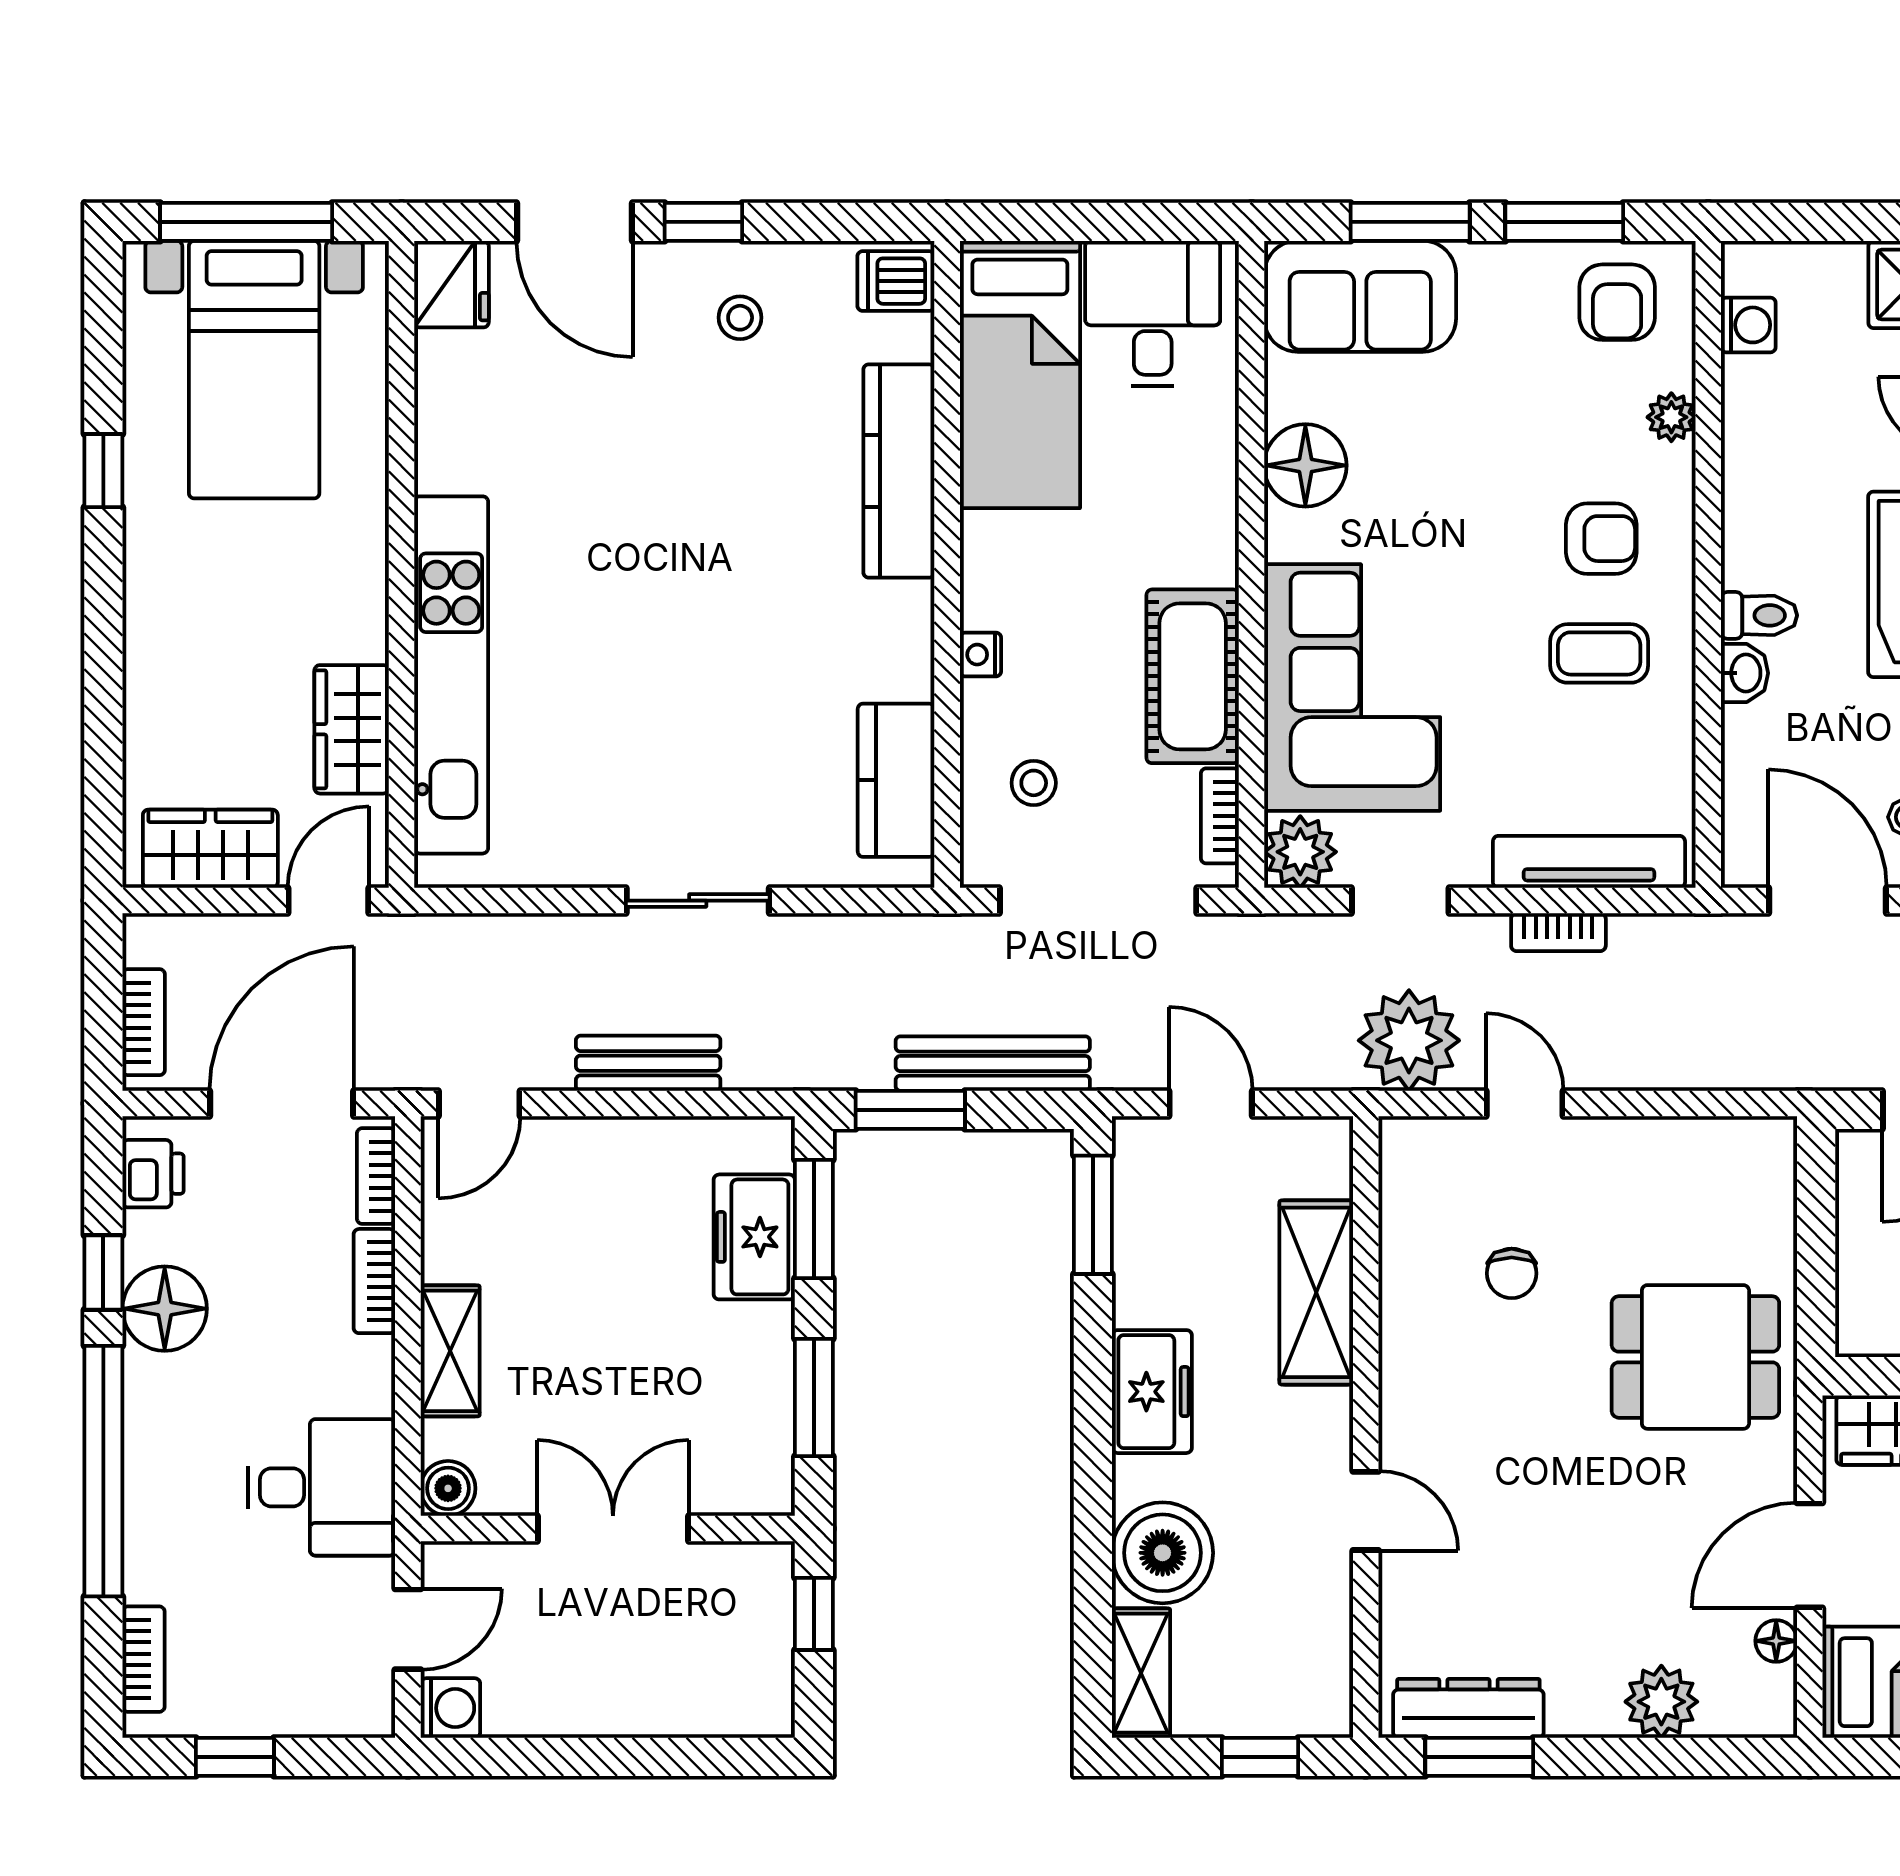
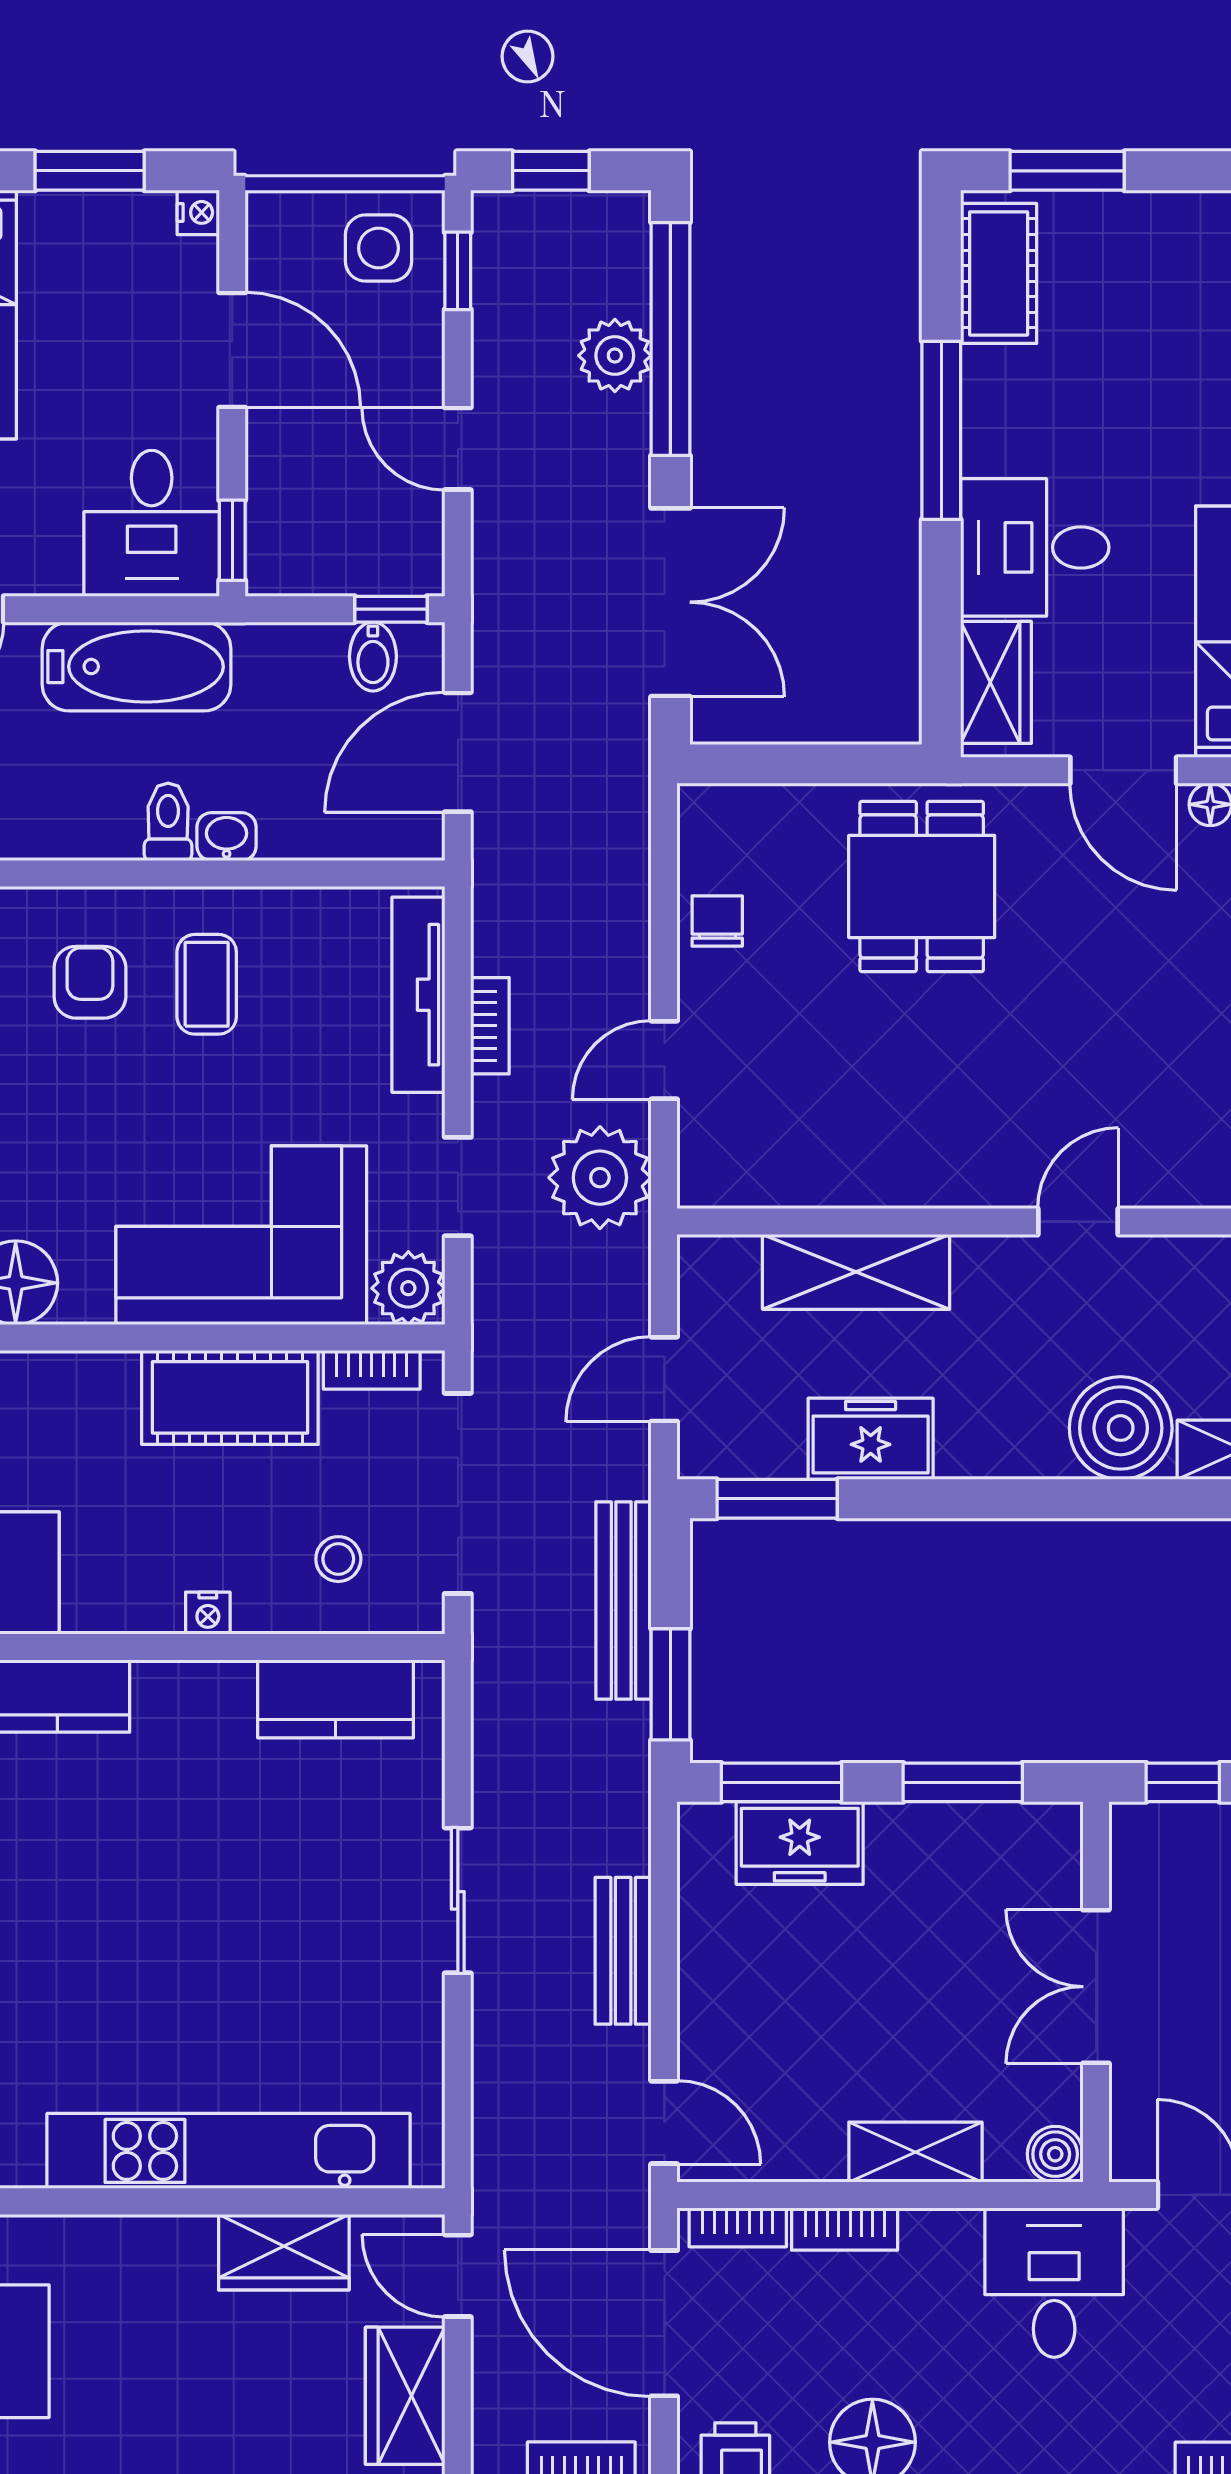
chair: (1512, 1273) -> (717, 921), moved, turned -90
freezer: (1152, 1392) -> (871, 1439), moved

